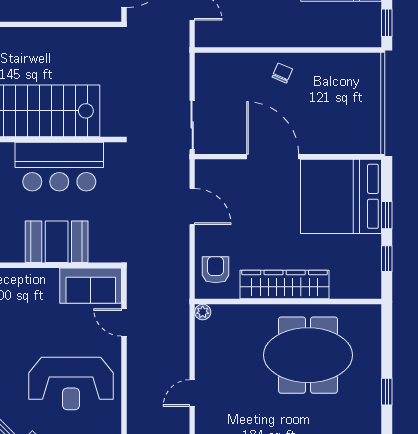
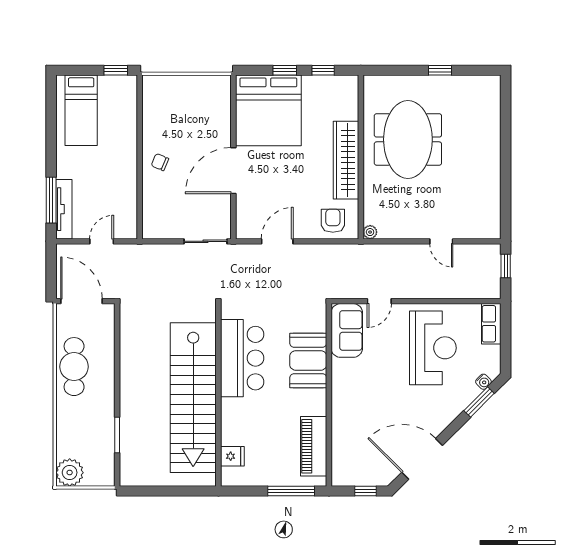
armchair: (216, 270) -> (333, 221), turned 90

